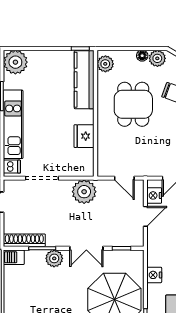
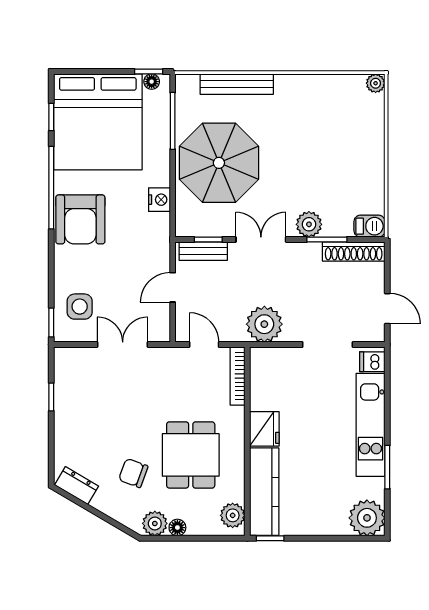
fridge: (84, 136) -> (264, 429), moved
bookcase: (102, 157) -> (238, 376), added
nightstand: (154, 195) -> (159, 318), removed
bench: (125, 241) -> (203, 251), added

